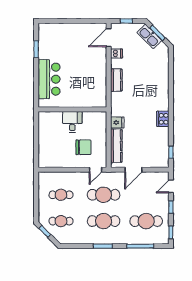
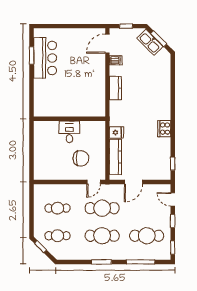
bar counter: (49, 79) -> (45, 58), moved
door: (171, 186) -> (173, 199), hinge flipped

